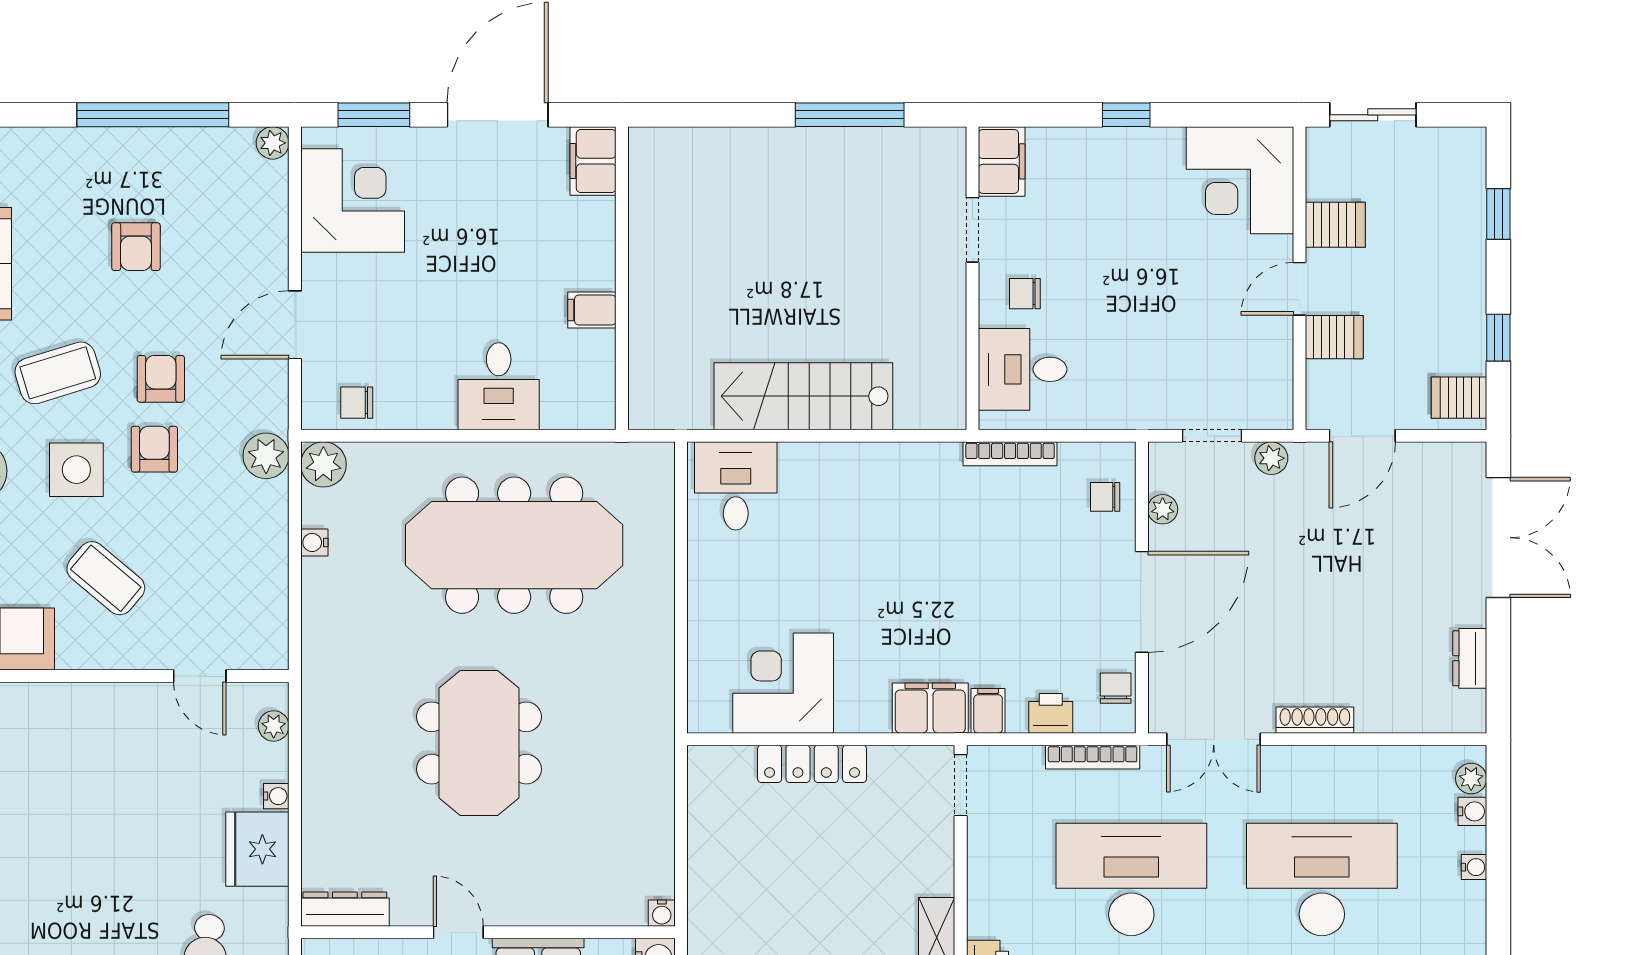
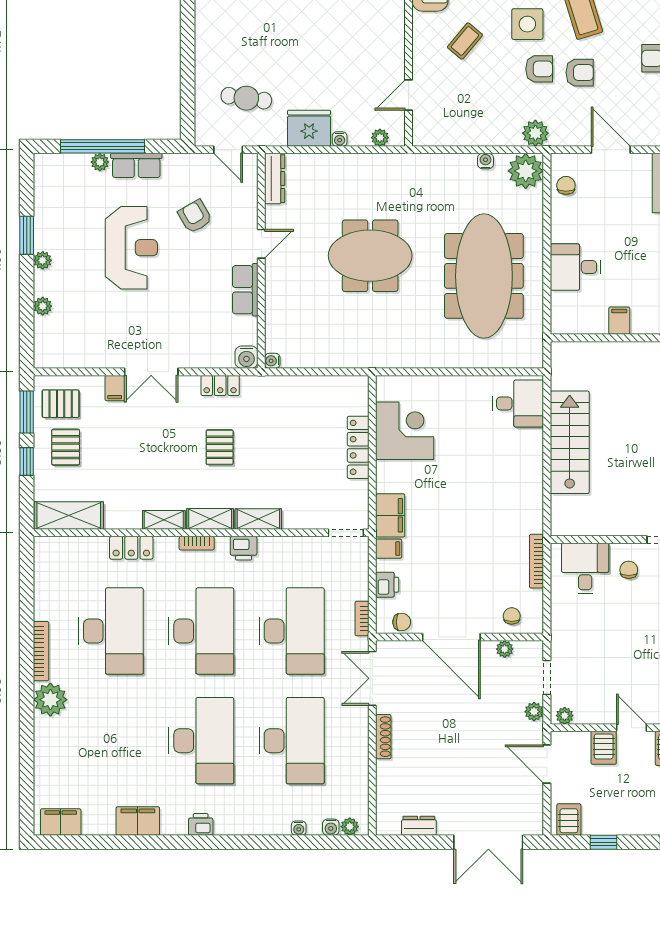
plant: (1279, 405) -> (565, 716), added
plant: (323, 464) -> (526, 171), width x1.36, depth x1.36
coffee table: (106, 578) -> (465, 41), width x0.73, depth x0.77
bookcase: (1093, 757) -> (362, 618), width x0.64

